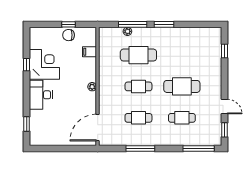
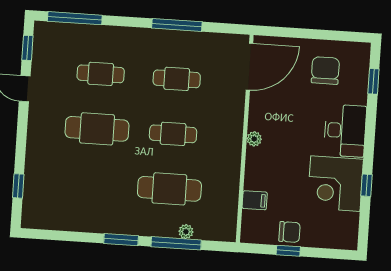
chair: (54, 128) -> (325, 70), added

